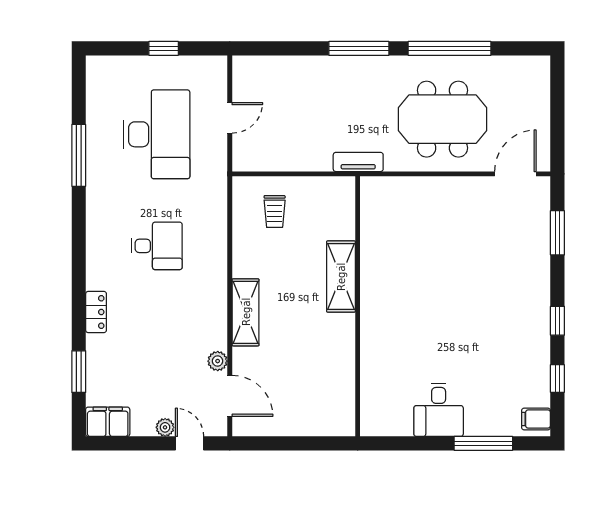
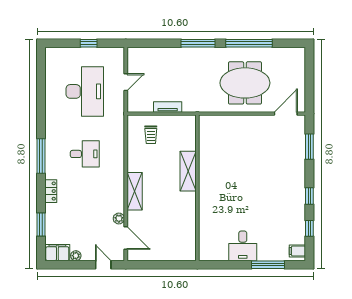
window: (79, 155) -> (41, 156), moved
tv unit: (358, 162) -> (168, 107), moved
plant: (165, 427) -> (76, 256), moved

